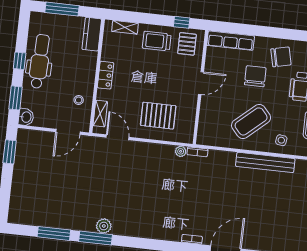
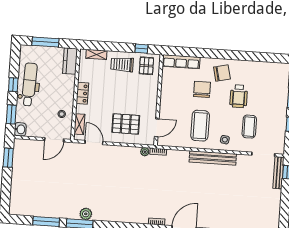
door: (201, 83) -> (157, 128), moved
coffee table: (251, 121) -> (200, 126), turned -49

